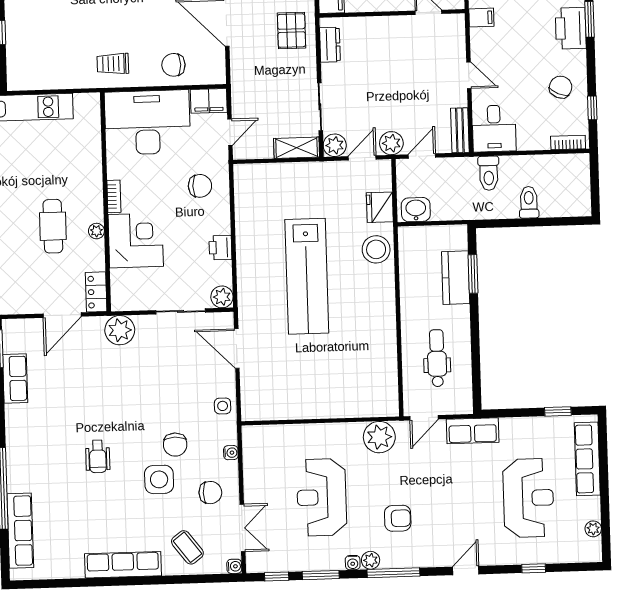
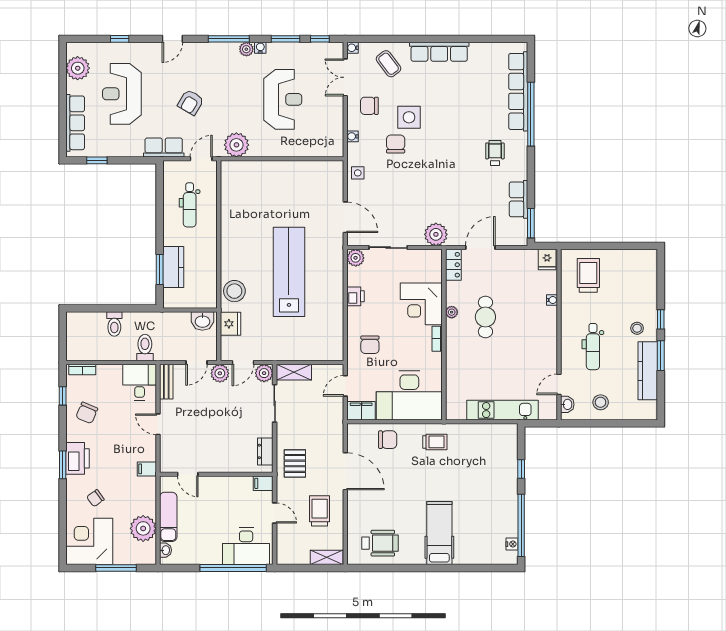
chair: (200, 186) -> (370, 345), turned -90
wheelchair: (98, 456) -> (495, 153), moved
armchair: (398, 518) -> (191, 102), moved, turned -59
plant: (593, 529) -> (78, 68), width x1.88, depth x1.88
row of seats: (20, 531) -> (518, 91), width x1.36

